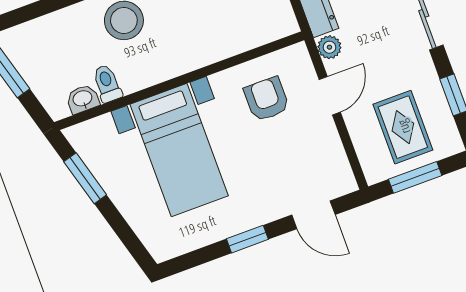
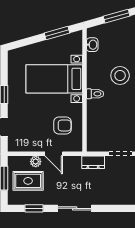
plant: (329, 47) -> (36, 162), moved
toilet: (107, 84) -> (95, 94), moved

